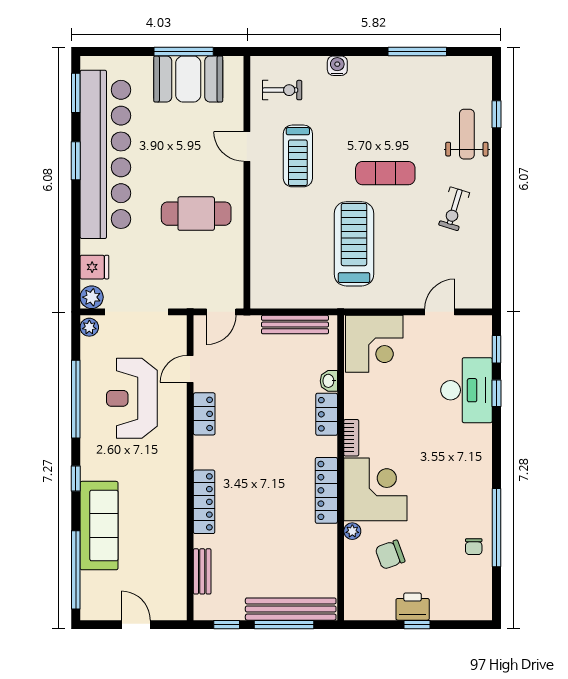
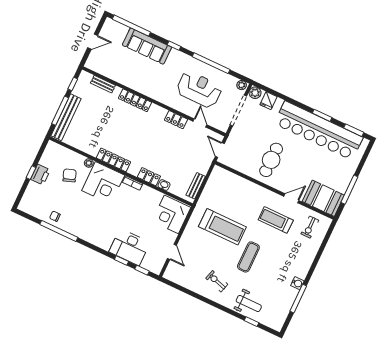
water cooler: (337, 66) -> (297, 283), moved
booth: (188, 79) -> (323, 198), moved, turned 90
bench: (295, 325) -> (196, 186), width x0.73

